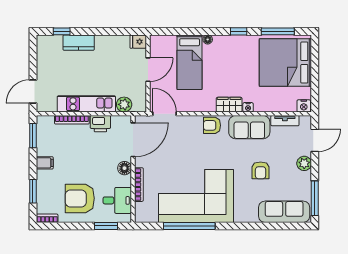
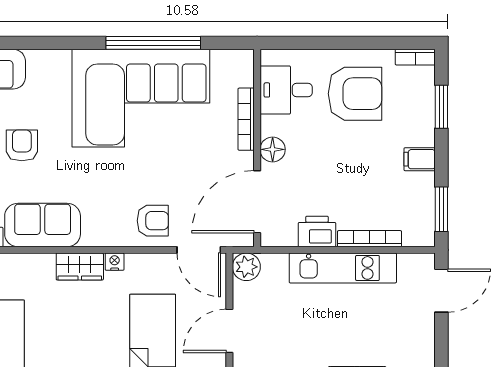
plant: (124, 104) -> (246, 267), moved
nightstand: (248, 107) -> (115, 262), moved
armchair: (212, 125) -> (153, 221), moved
window: (106, 226) -> (307, 43), removed

